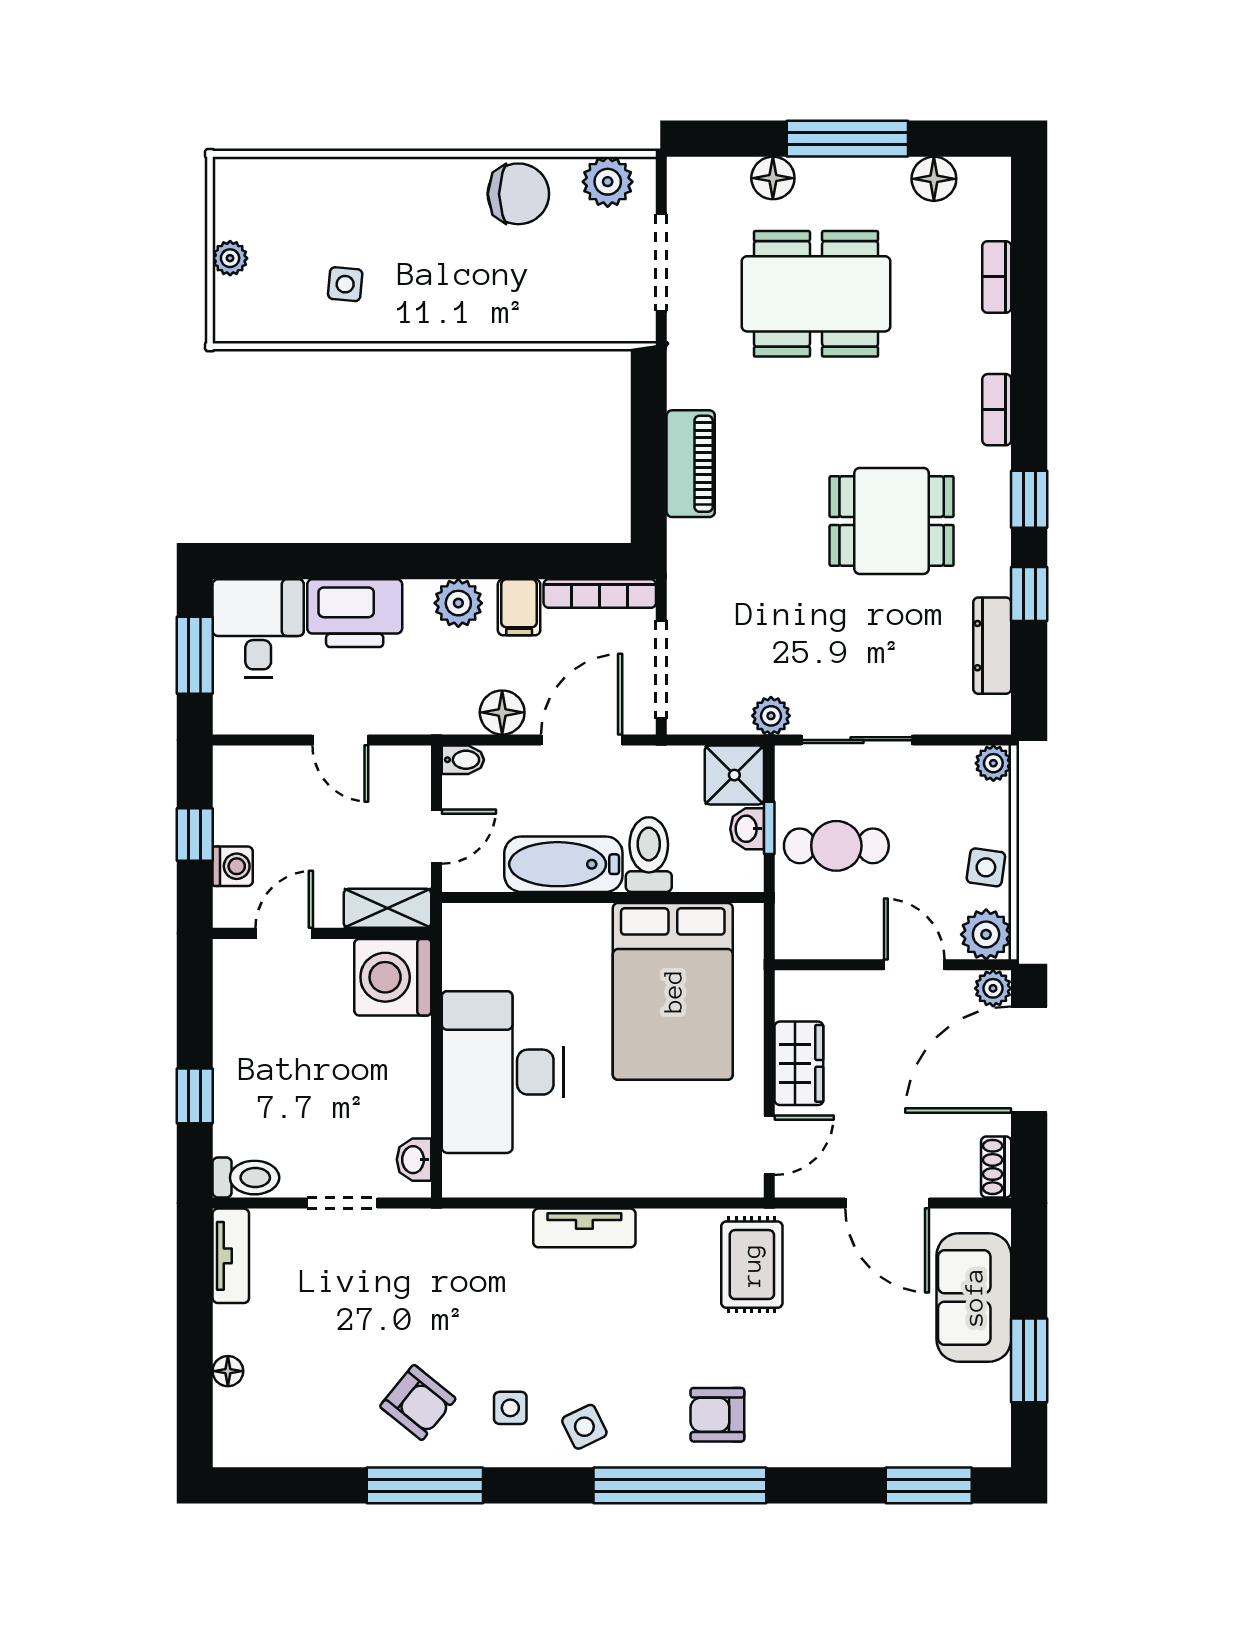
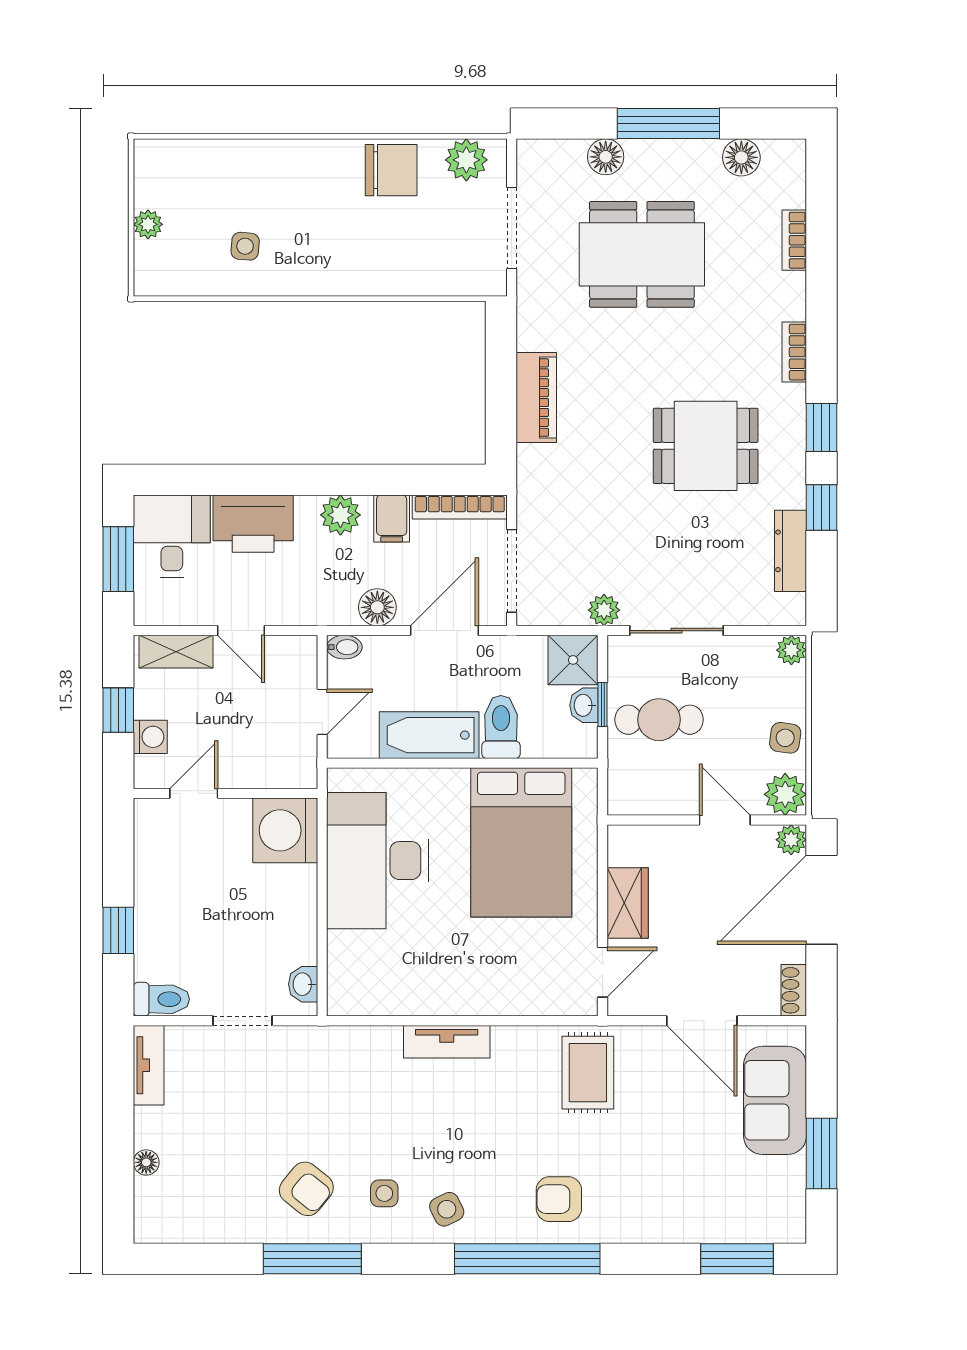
shelving: (388, 908) -> (176, 652), moved
desk: (503, 1072) -> (378, 861), moved

